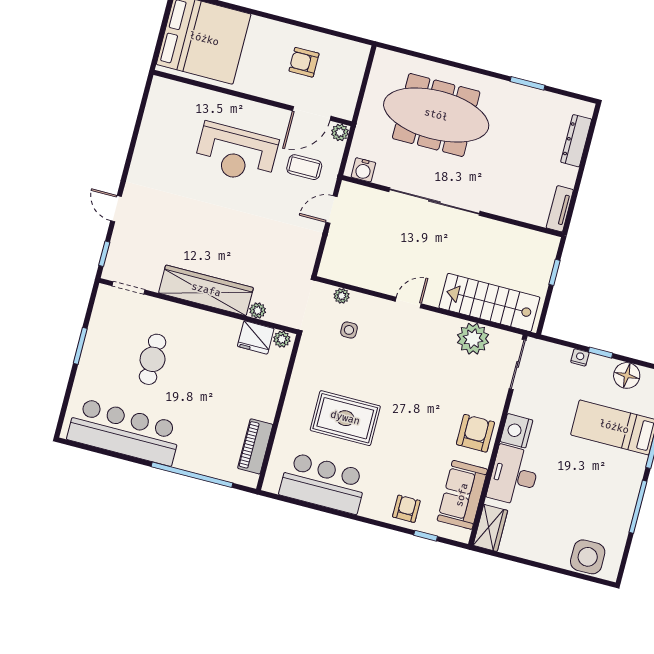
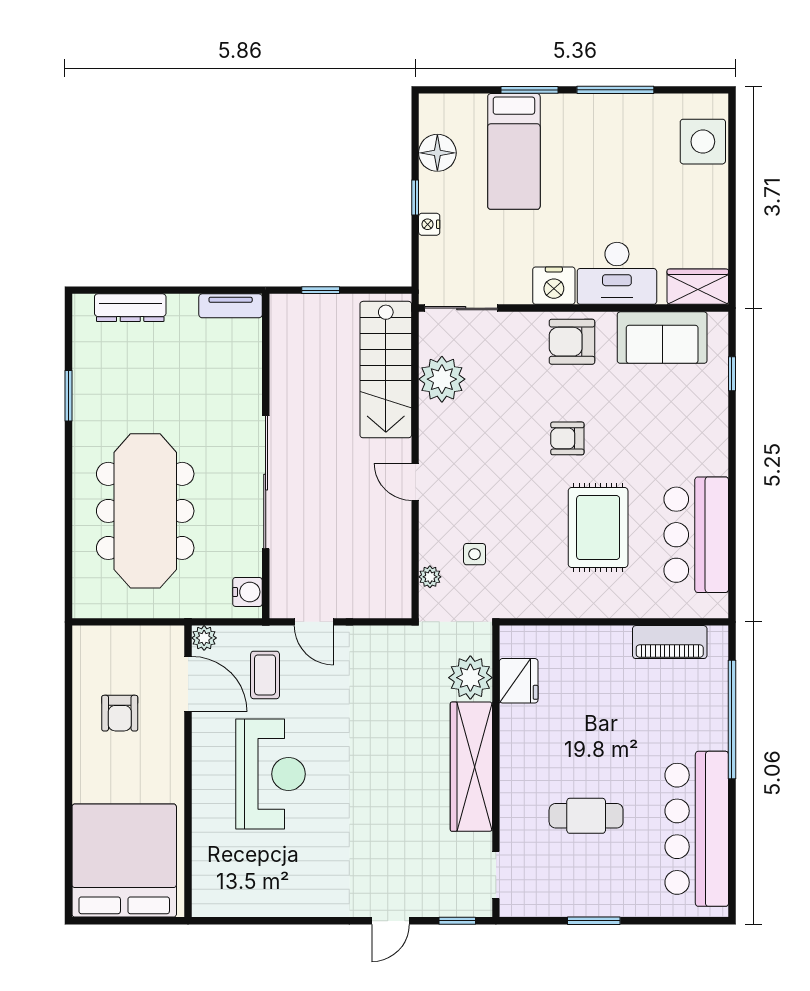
plant: (258, 311) -> (470, 678), width x1.88, depth x1.88
plant: (282, 339) -> (512, 644), removed
armchair: (406, 509) -> (567, 438), moved

